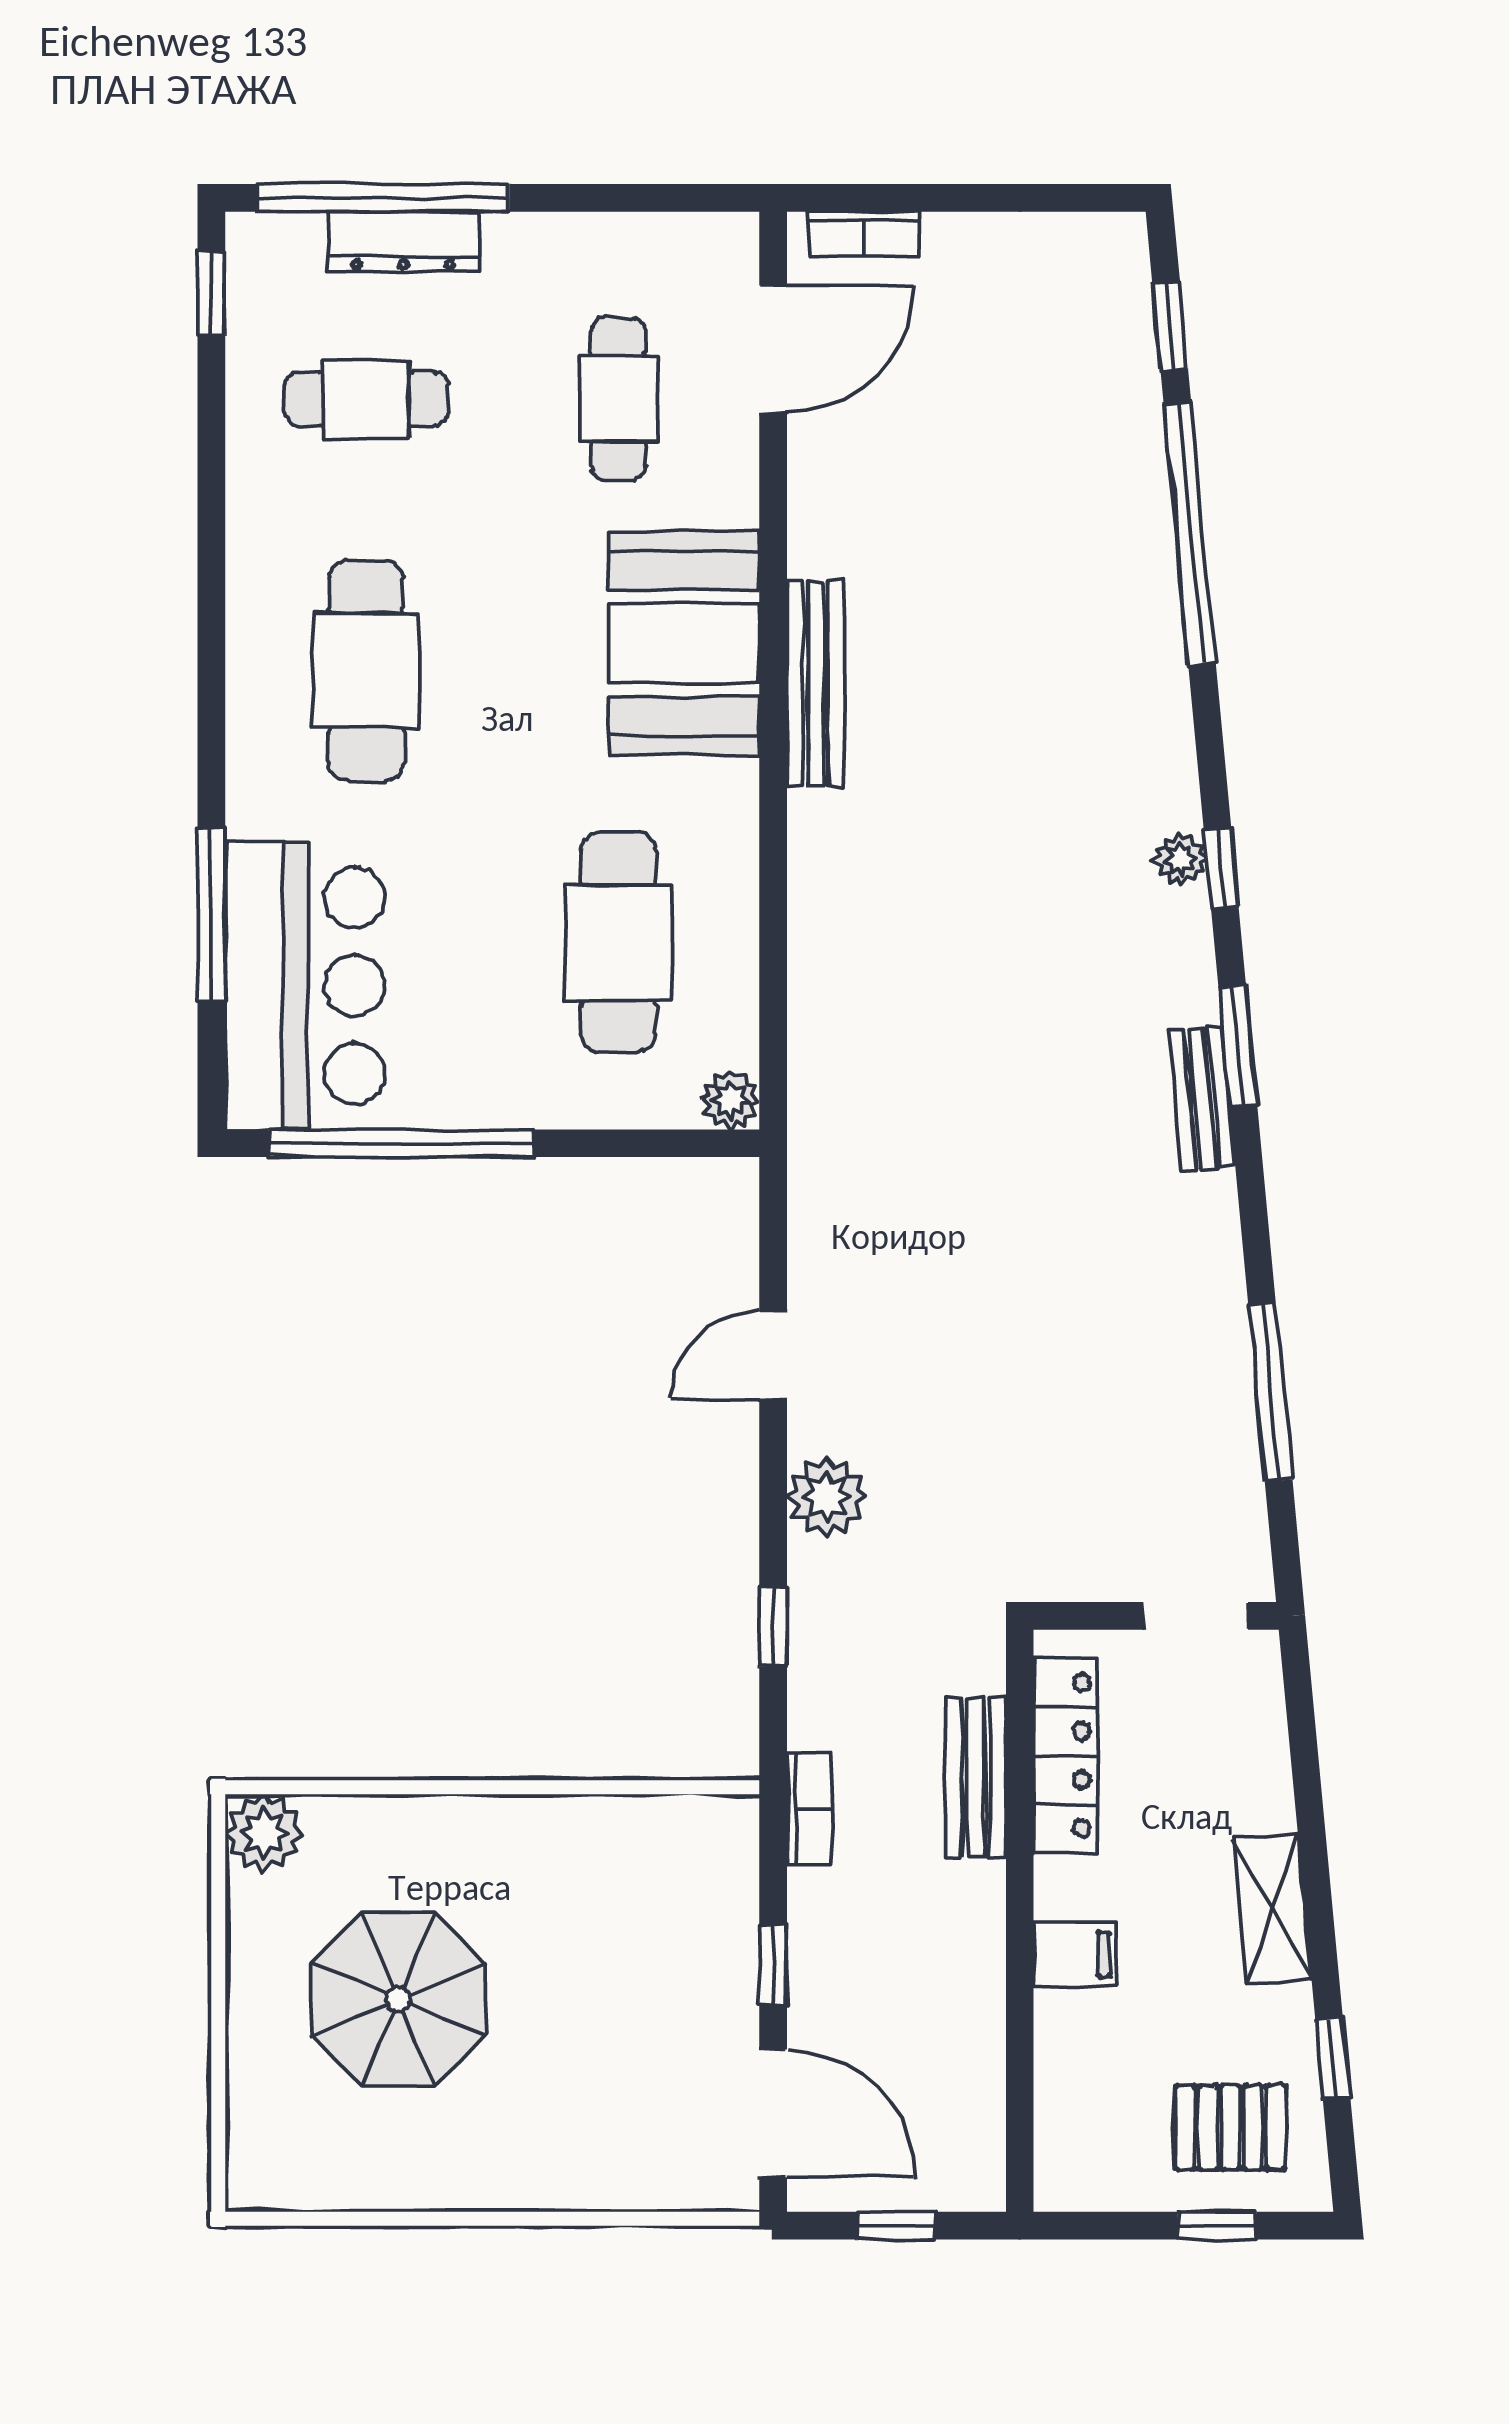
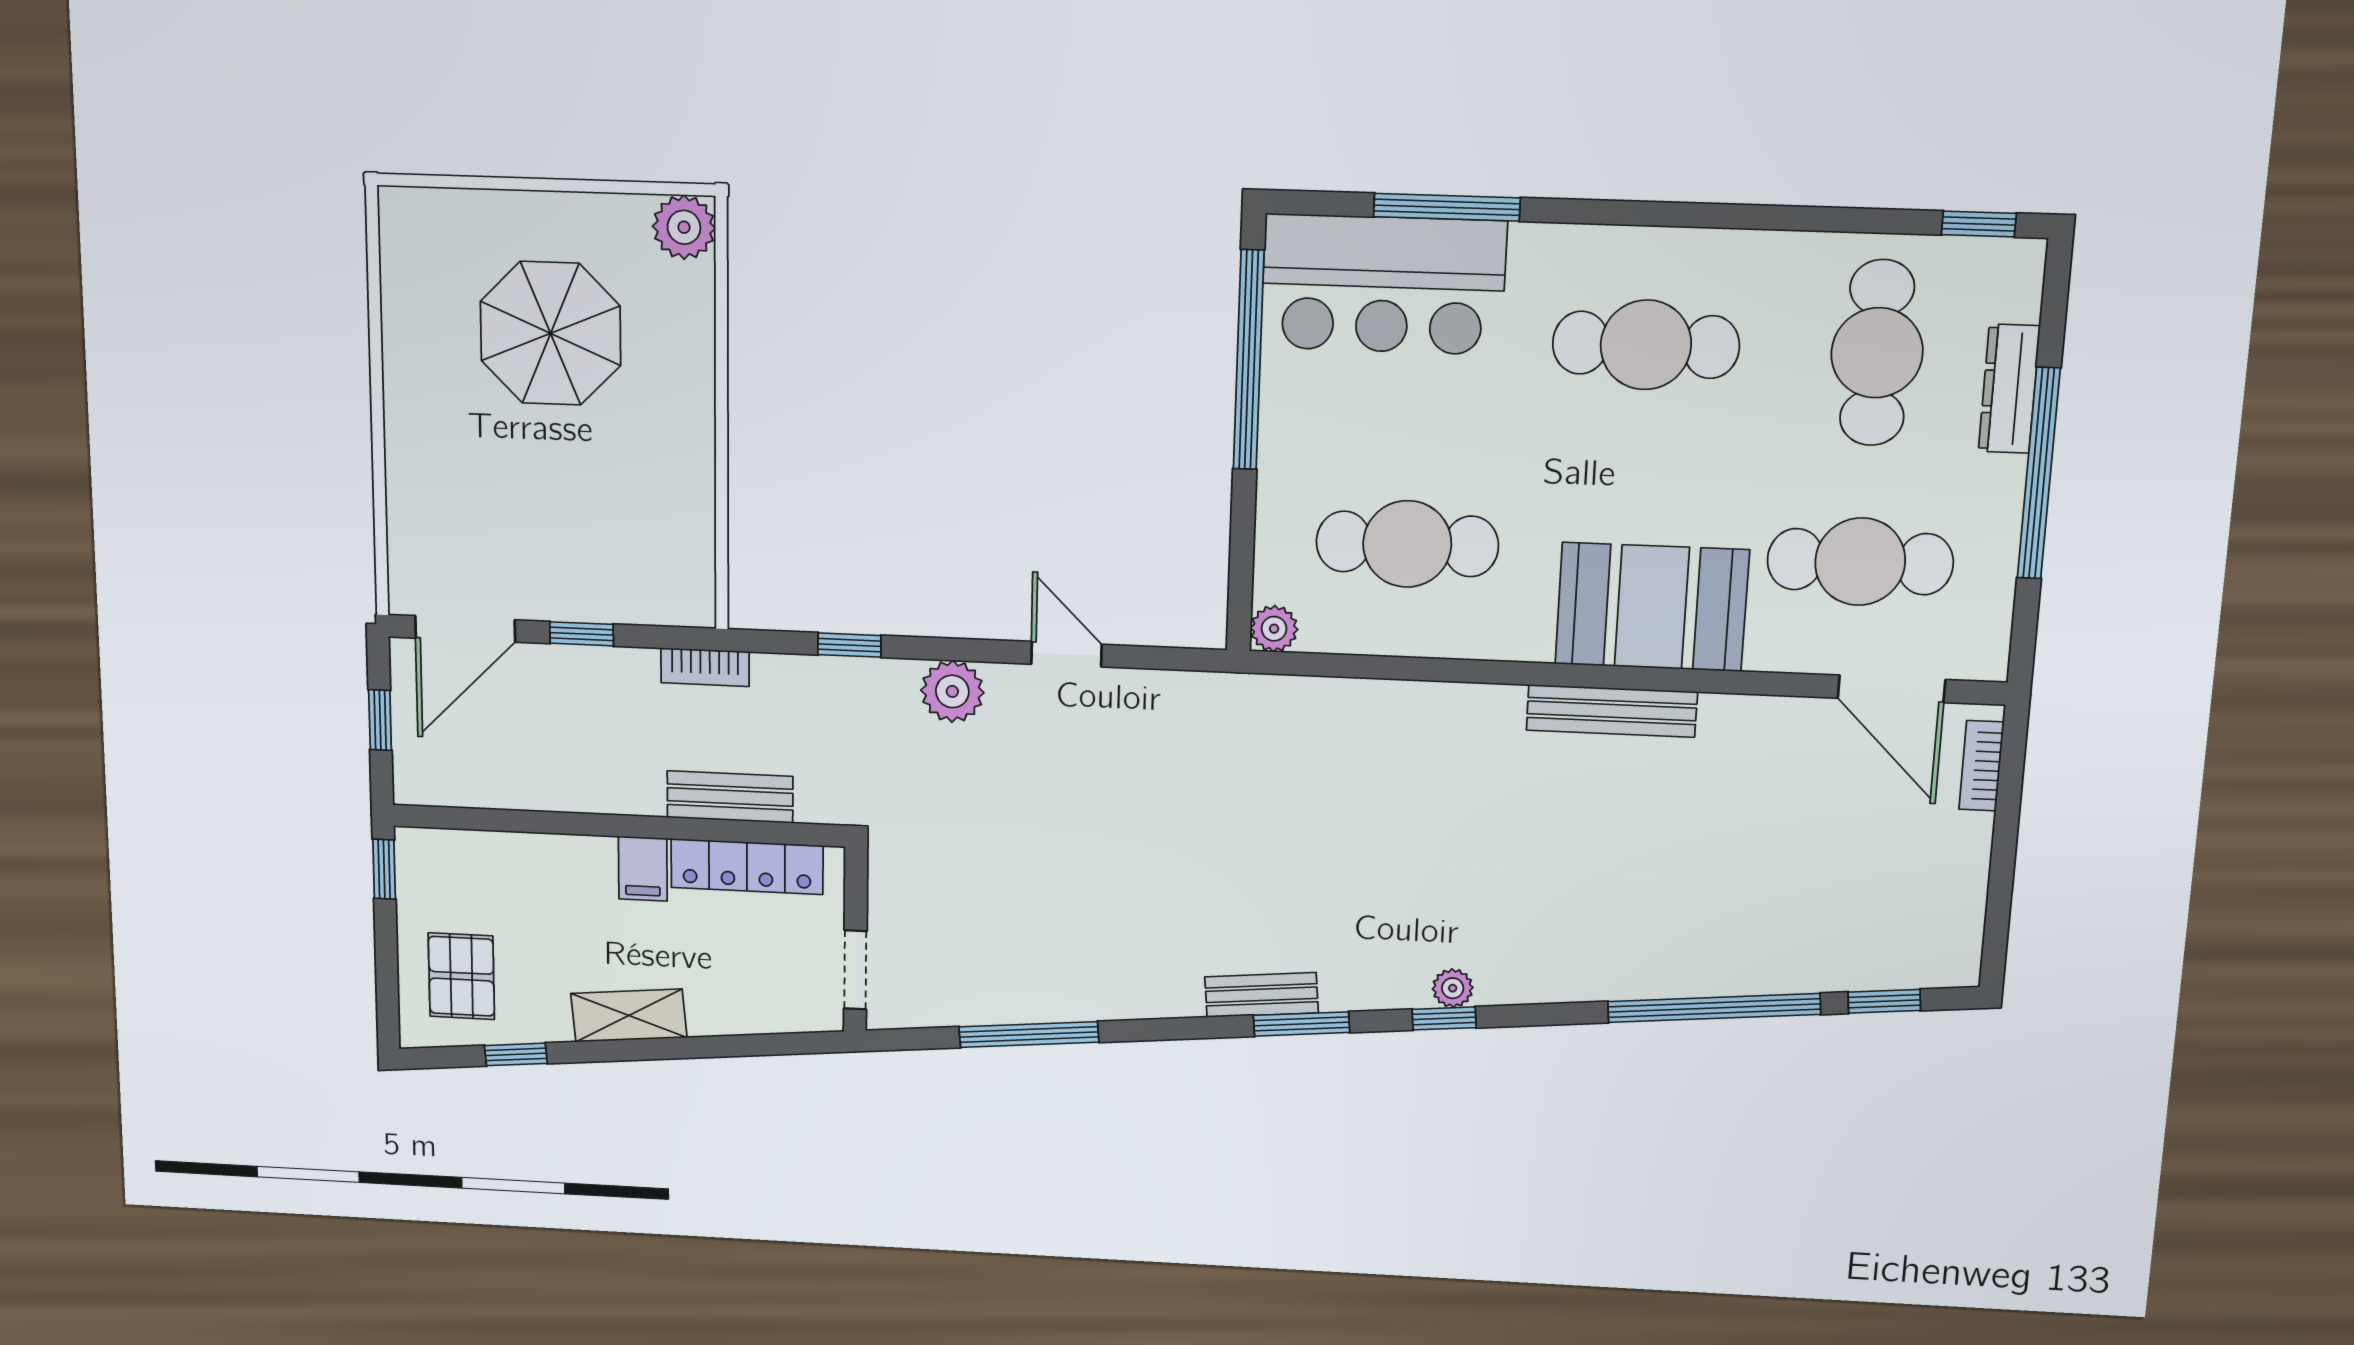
window: (383, 198) -> (2039, 473), moved
cafe table: (366, 399) -> (1877, 353), width x1.37, depth x1.35
cafe table: (618, 399) -> (1860, 562), width x1.37, depth x1.35
filing cabinet: (1075, 1955) -> (643, 869), moved
window: (1217, 2226) -> (384, 869), moved

